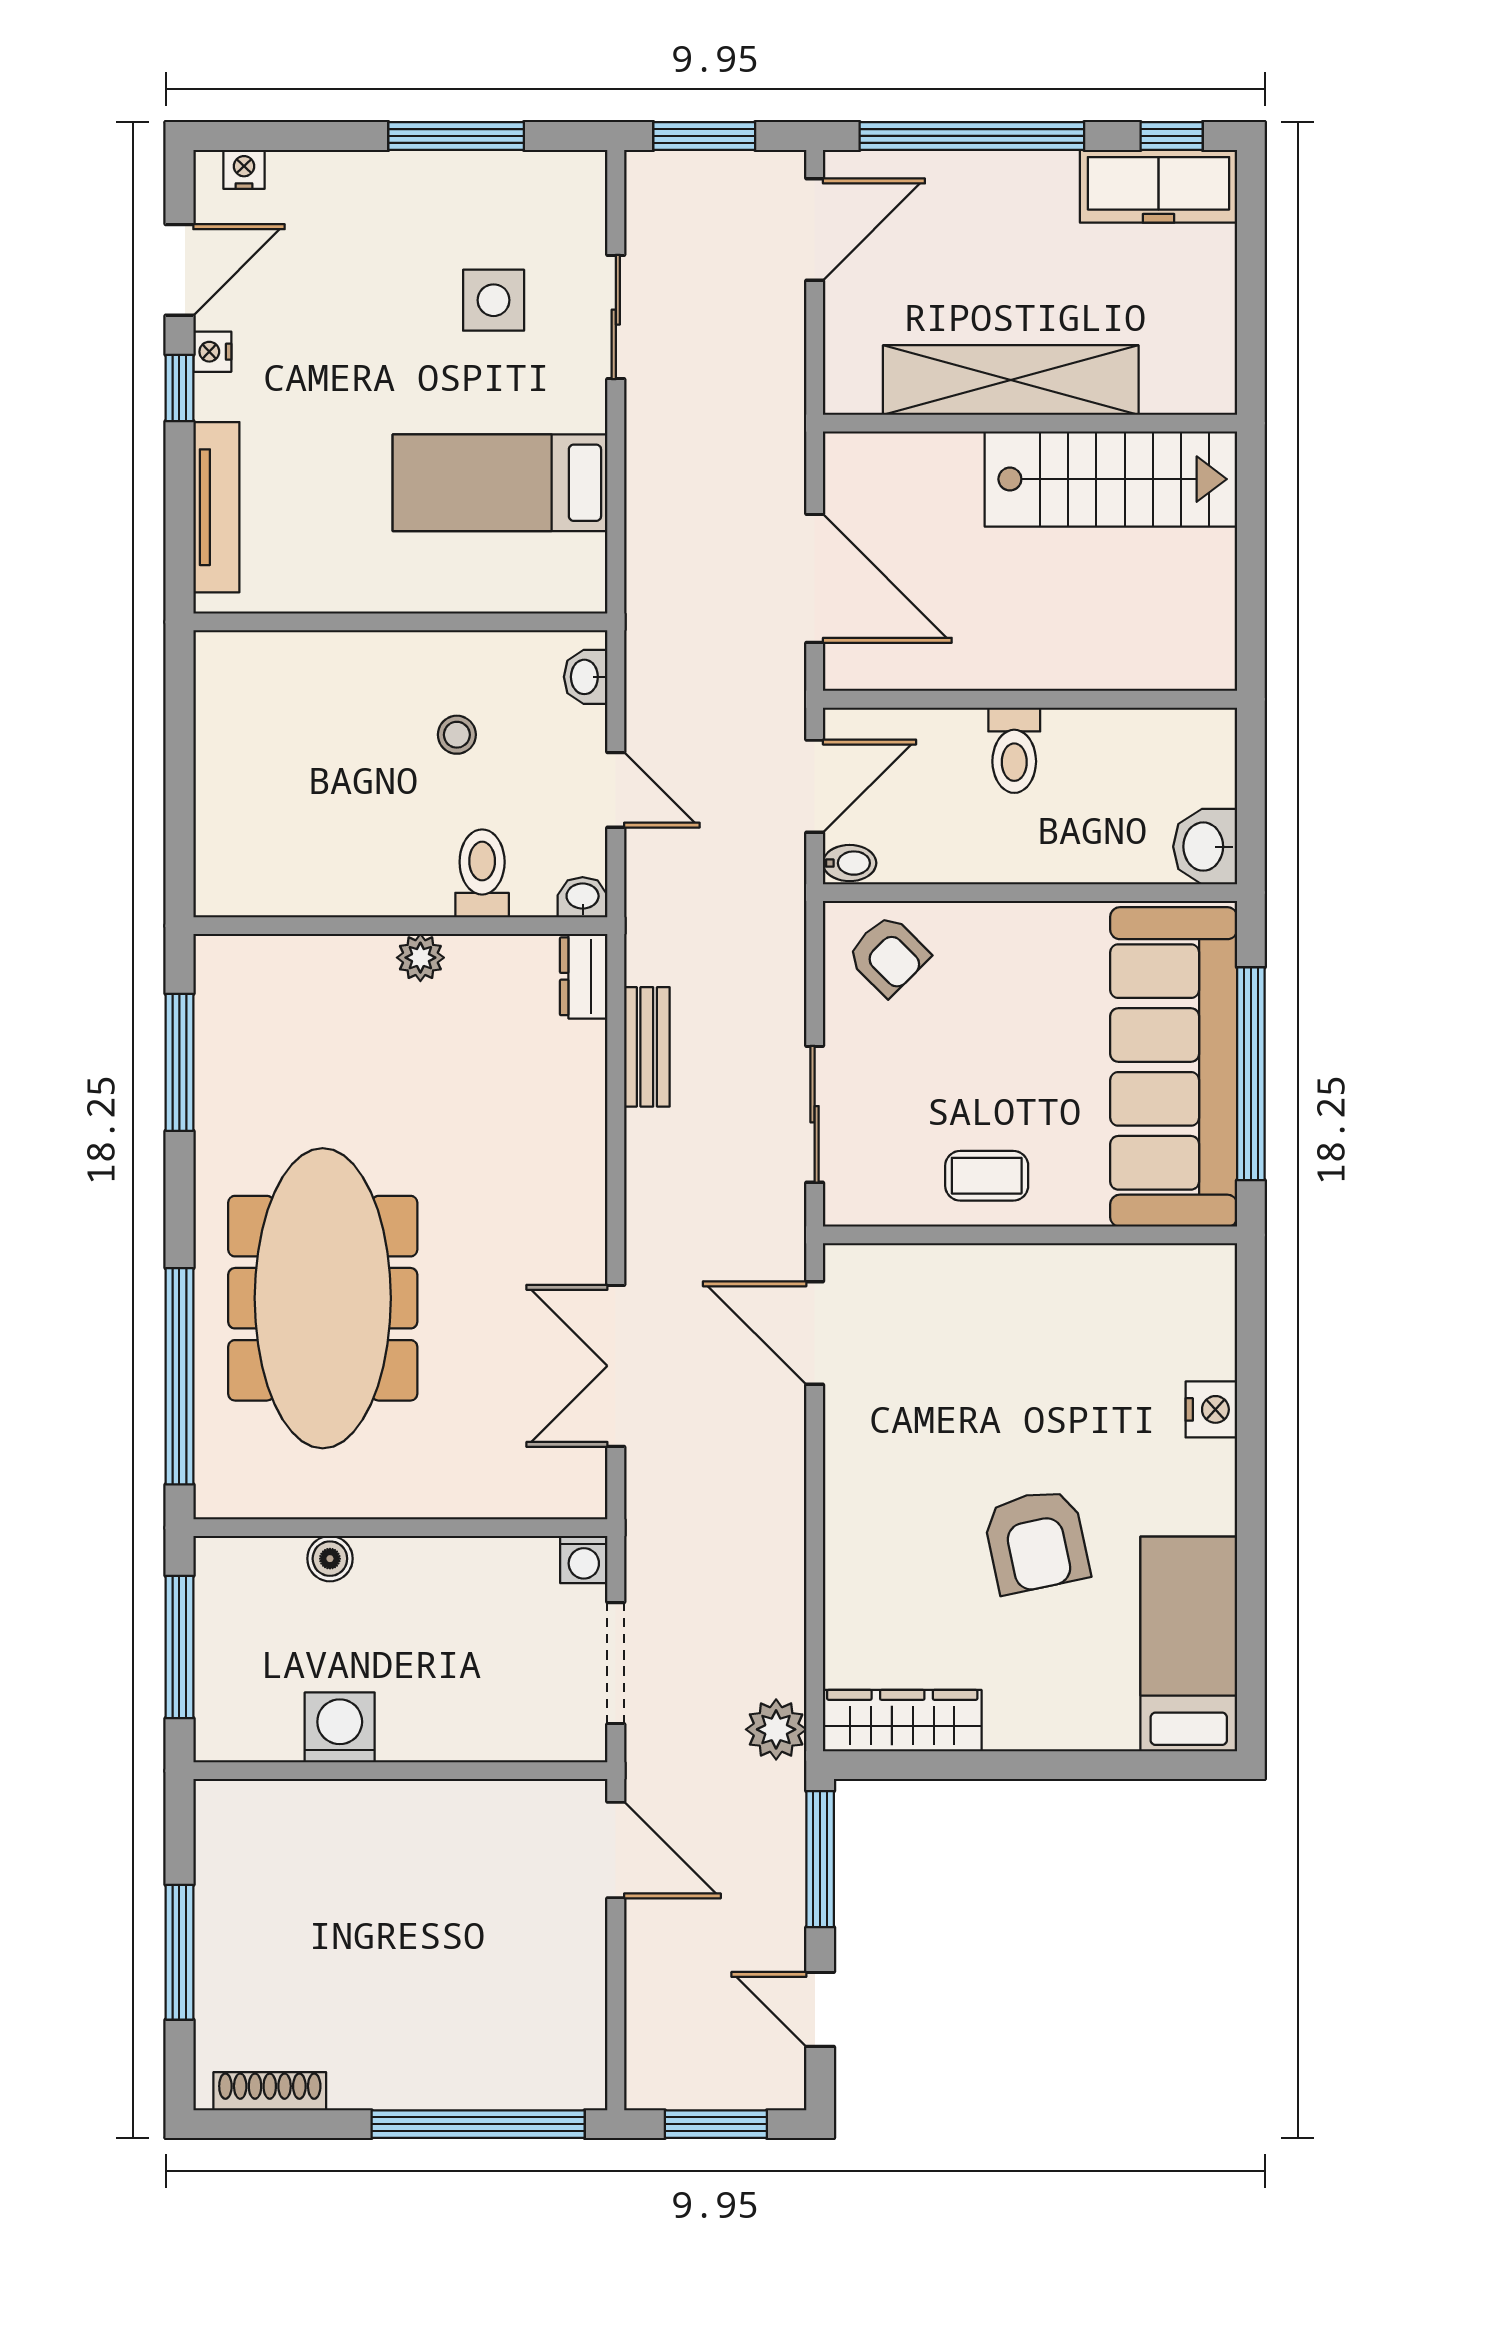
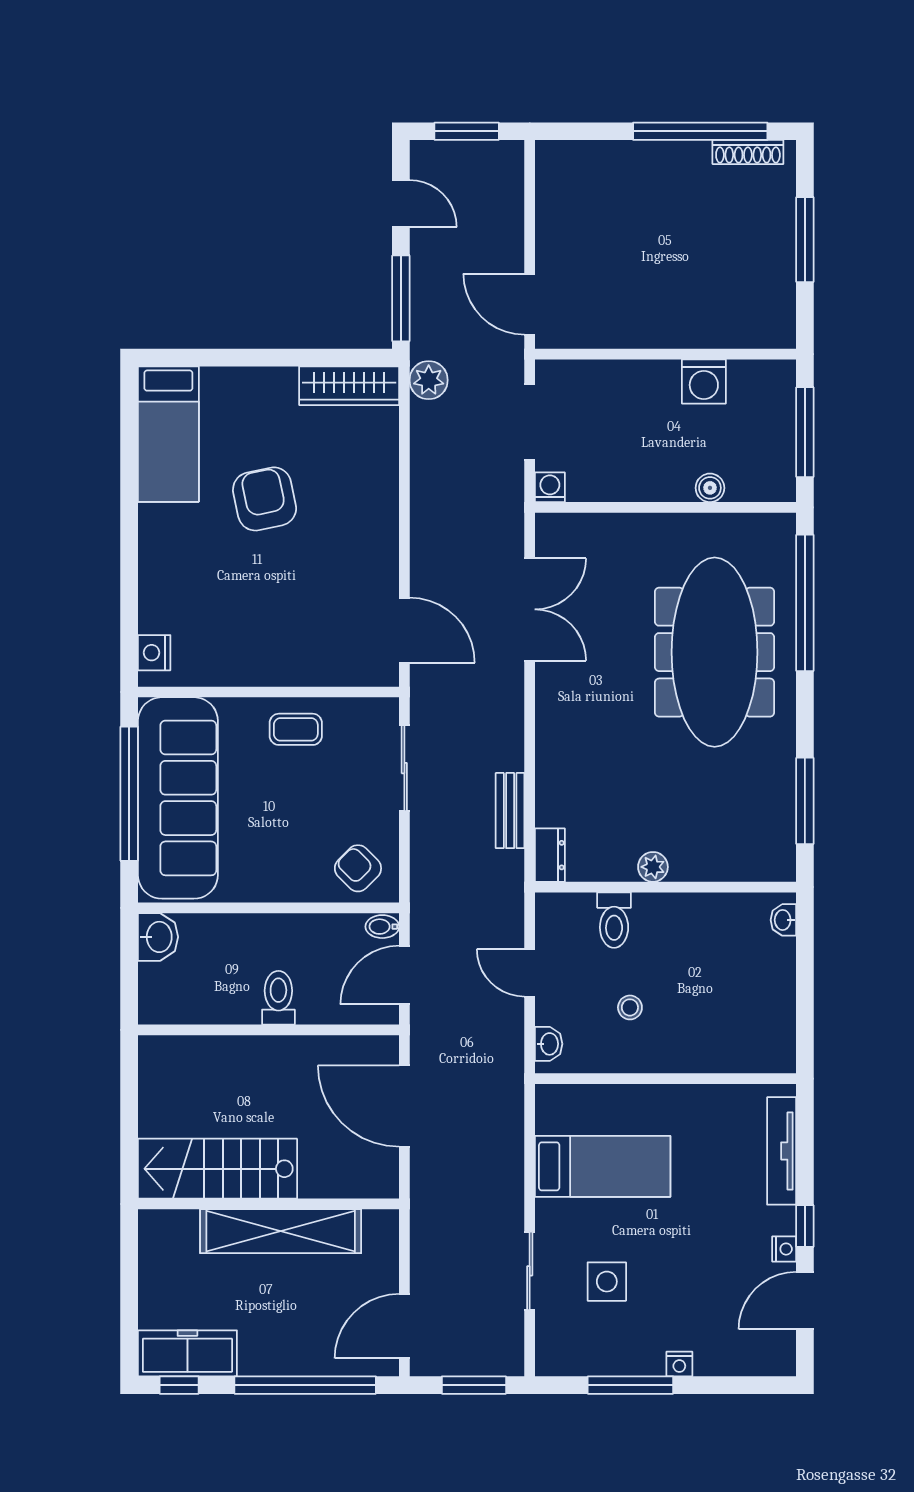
nightstand: (244, 169) -> (679, 1364), moved
washbasin: (583, 897) -> (783, 920), moved, turned 90
nightstand: (1211, 1409) -> (154, 653), moved
window: (478, 2124) -> (700, 131), moved

